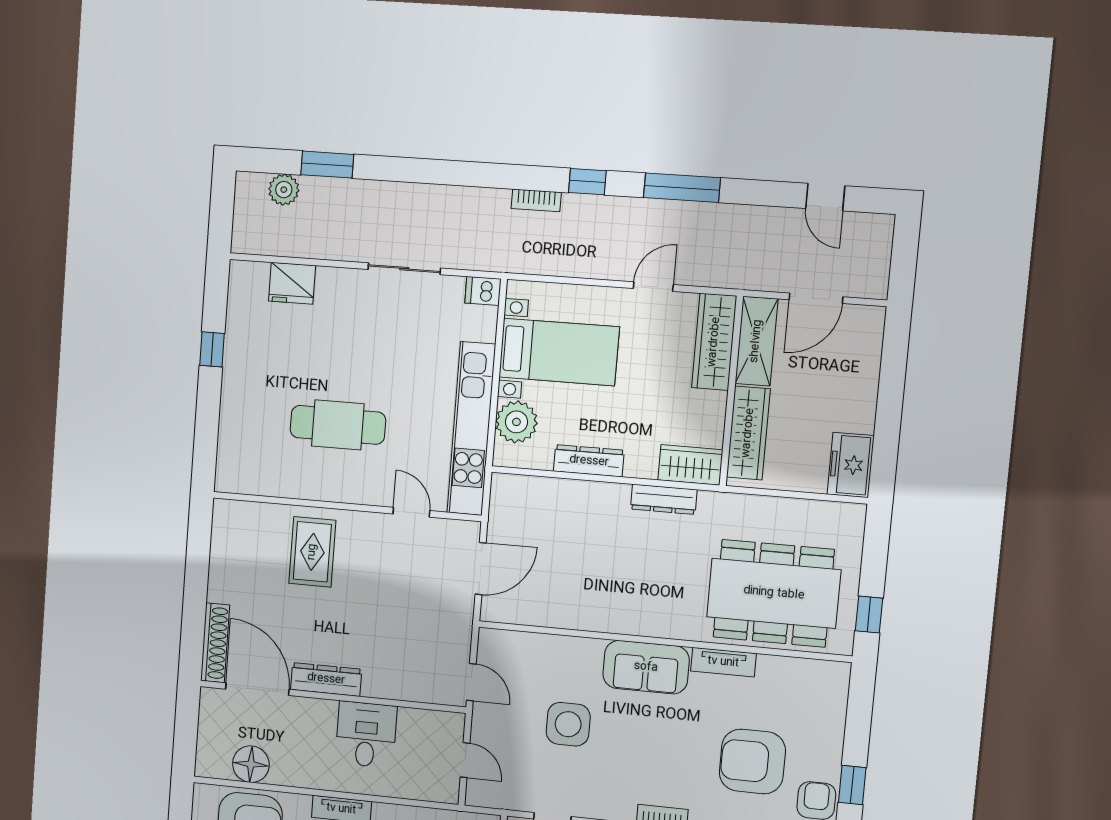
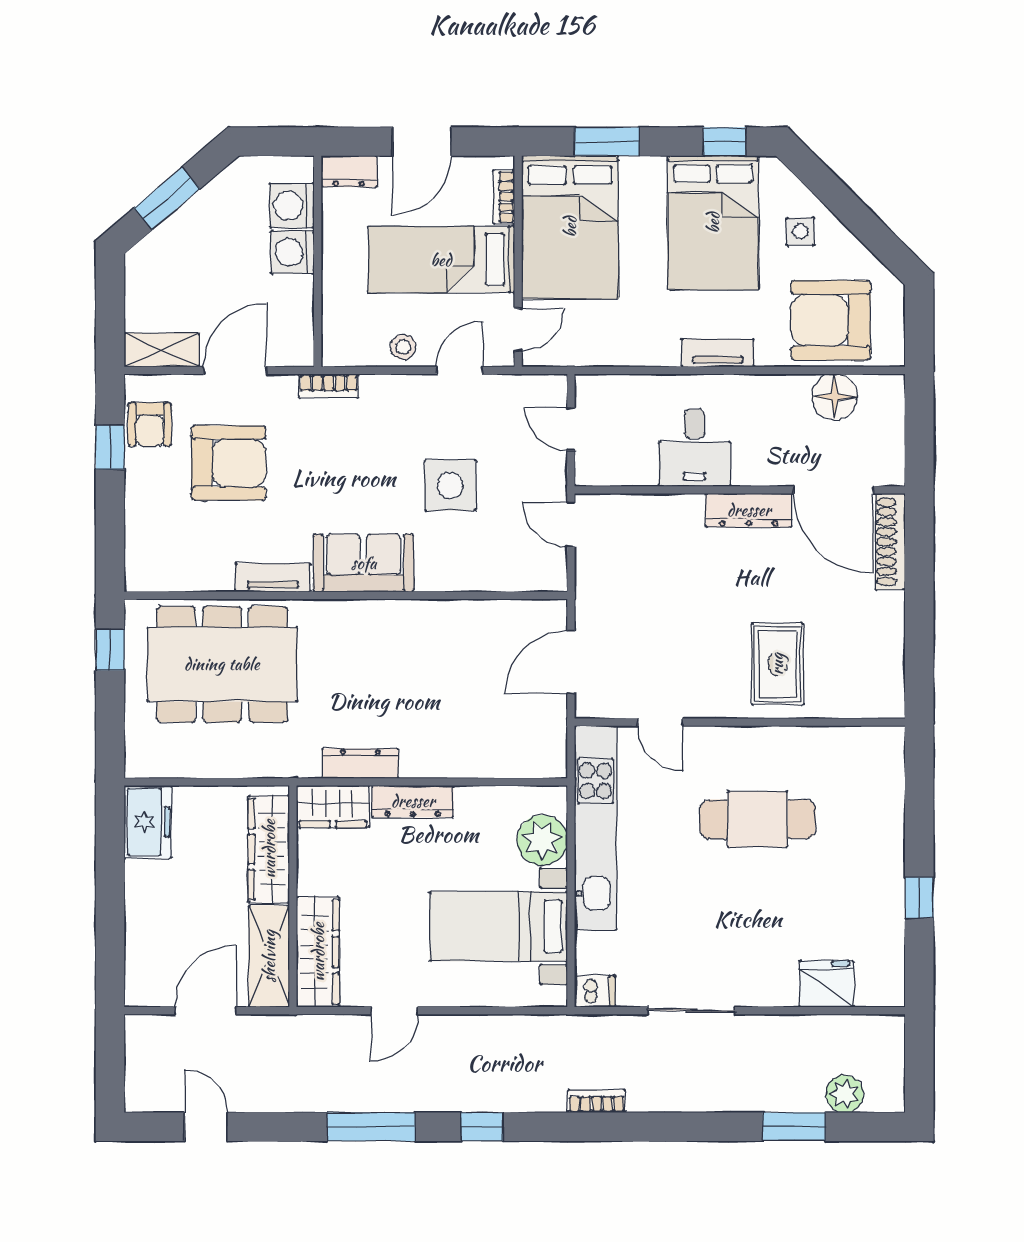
bookcase: (536, 200) -> (597, 1101), moved
dresser: (589, 461) -> (413, 801), moved

